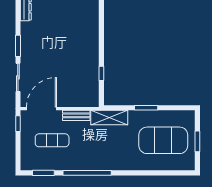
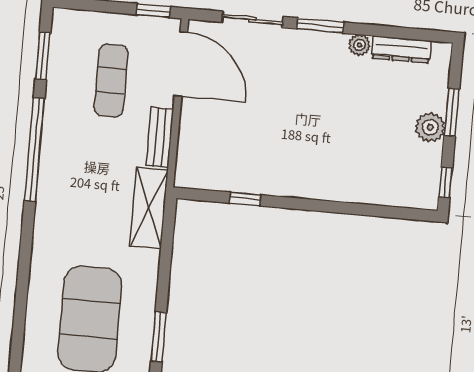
plant: (25, 27) -> (359, 45), added
window: (146, 108) -> (159, 337), moved

